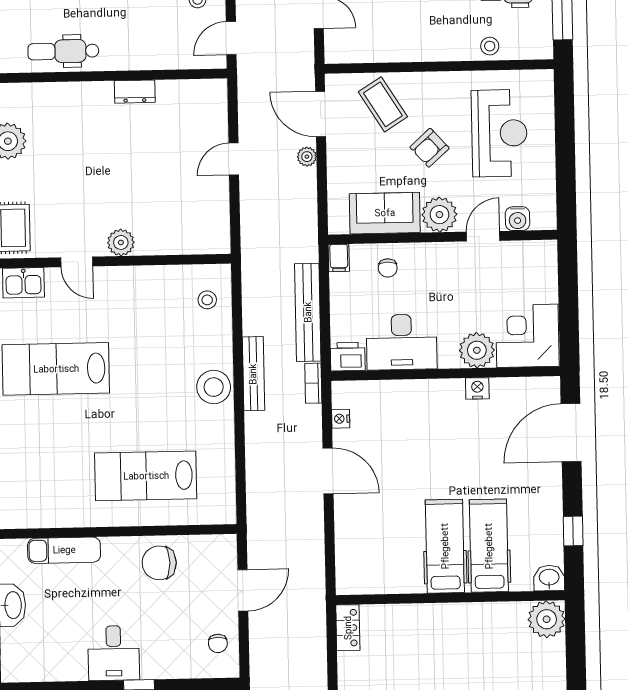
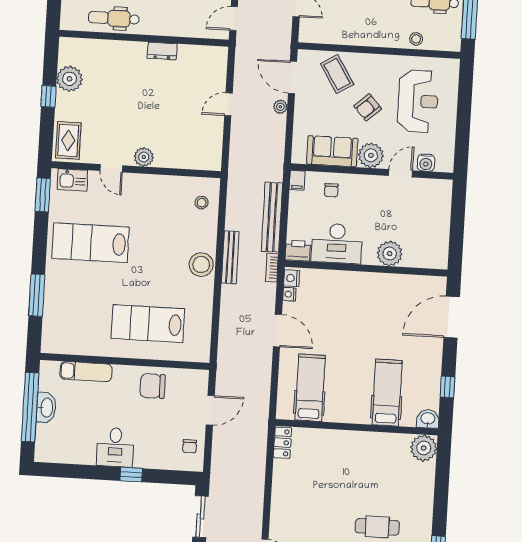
corner desk: (527, 336) -> (426, 246), removed
nightstand: (477, 388) -> (292, 278), moved, turned -90
hospital bed: (445, 546) -> (310, 388), moved

